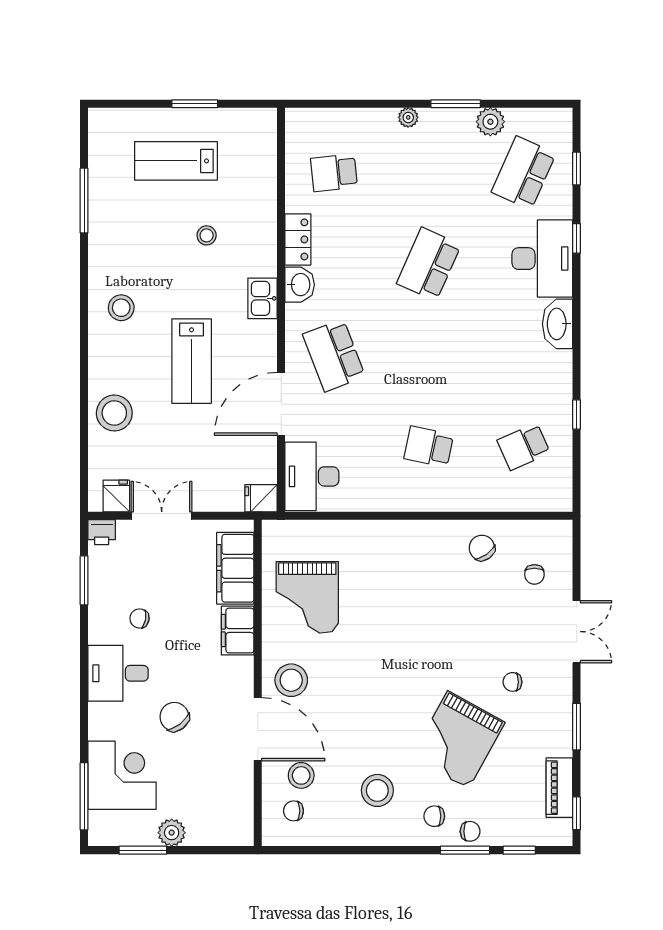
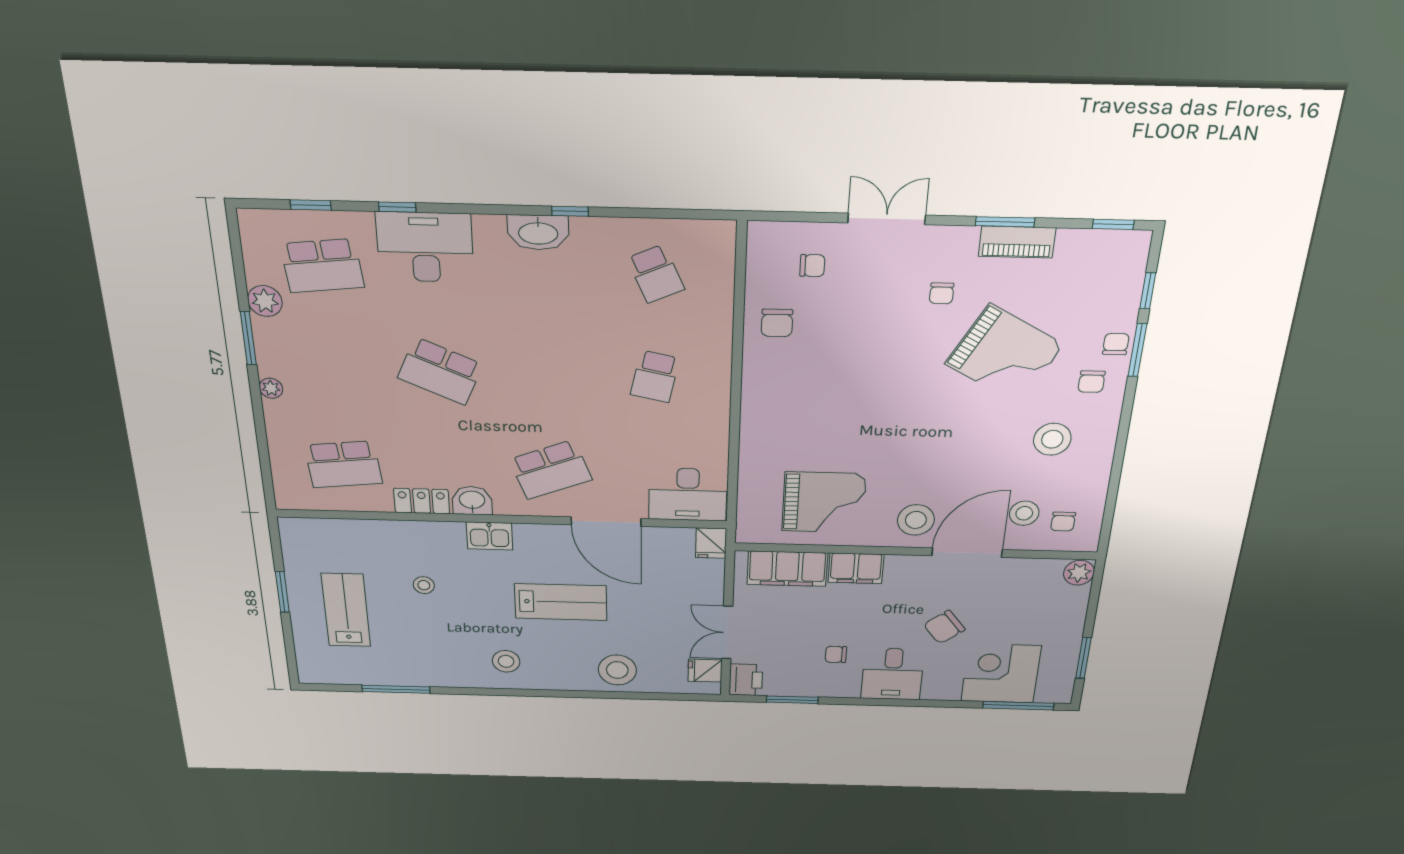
lab bench: (176, 161) -> (346, 610), turned 180
school desk: (334, 173) -> (343, 464), width x1.85
school desk: (524, 173) -> (322, 266), turned -30
washbasin: (558, 324) -> (538, 232), moved
window: (577, 414) -> (570, 211), moved
printer: (102, 532) -> (746, 680), width x1.36, depth x1.24
chair: (482, 548) -> (777, 323), turned -54
chair: (140, 618) -> (836, 654), turned 80
piano: (559, 788) -> (1017, 242), moved
plant: (172, 833) -> (1079, 573), moved

